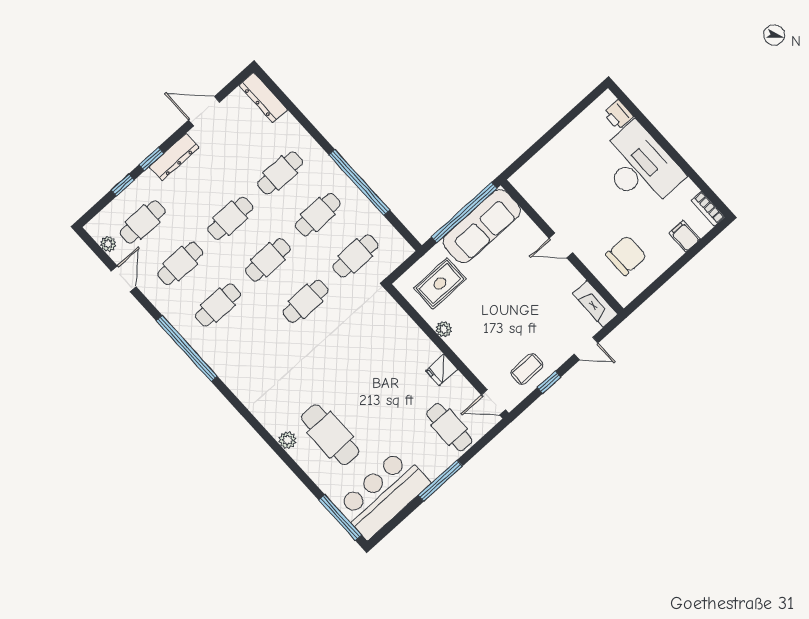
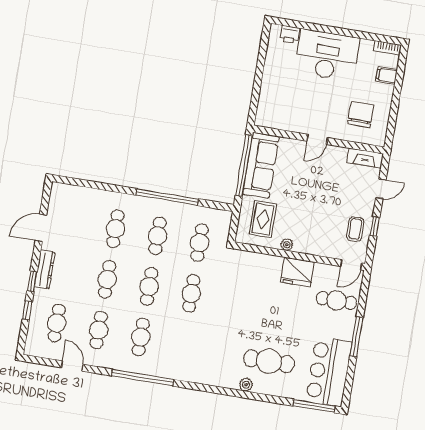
dresser: (263, 97) -> (70, 192), removed
plant: (108, 244) -> (46, 352), removed
fridge: (442, 370) -> (297, 272), width x1.88, depth x1.34

